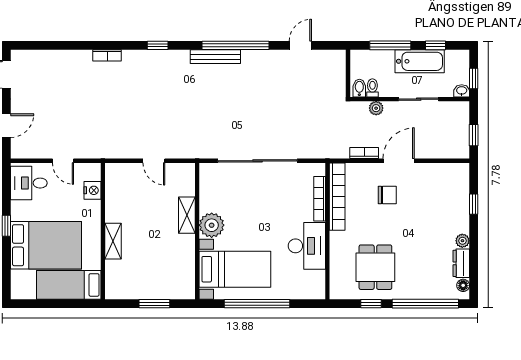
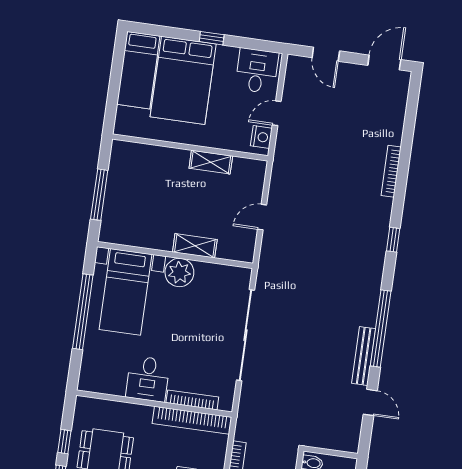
bookcase: (107, 55) -> (391, 171), width x1.56
bench: (215, 57) -> (364, 356), moved
nightstand: (92, 190) -> (261, 137), moved, turned -90
shelving: (113, 241) -> (211, 162), moved
desk: (307, 246) -> (148, 379), width x0.73
bed: (69, 285) -> (138, 70), moved, turned 180
window: (154, 304) -> (99, 195), width x1.44

